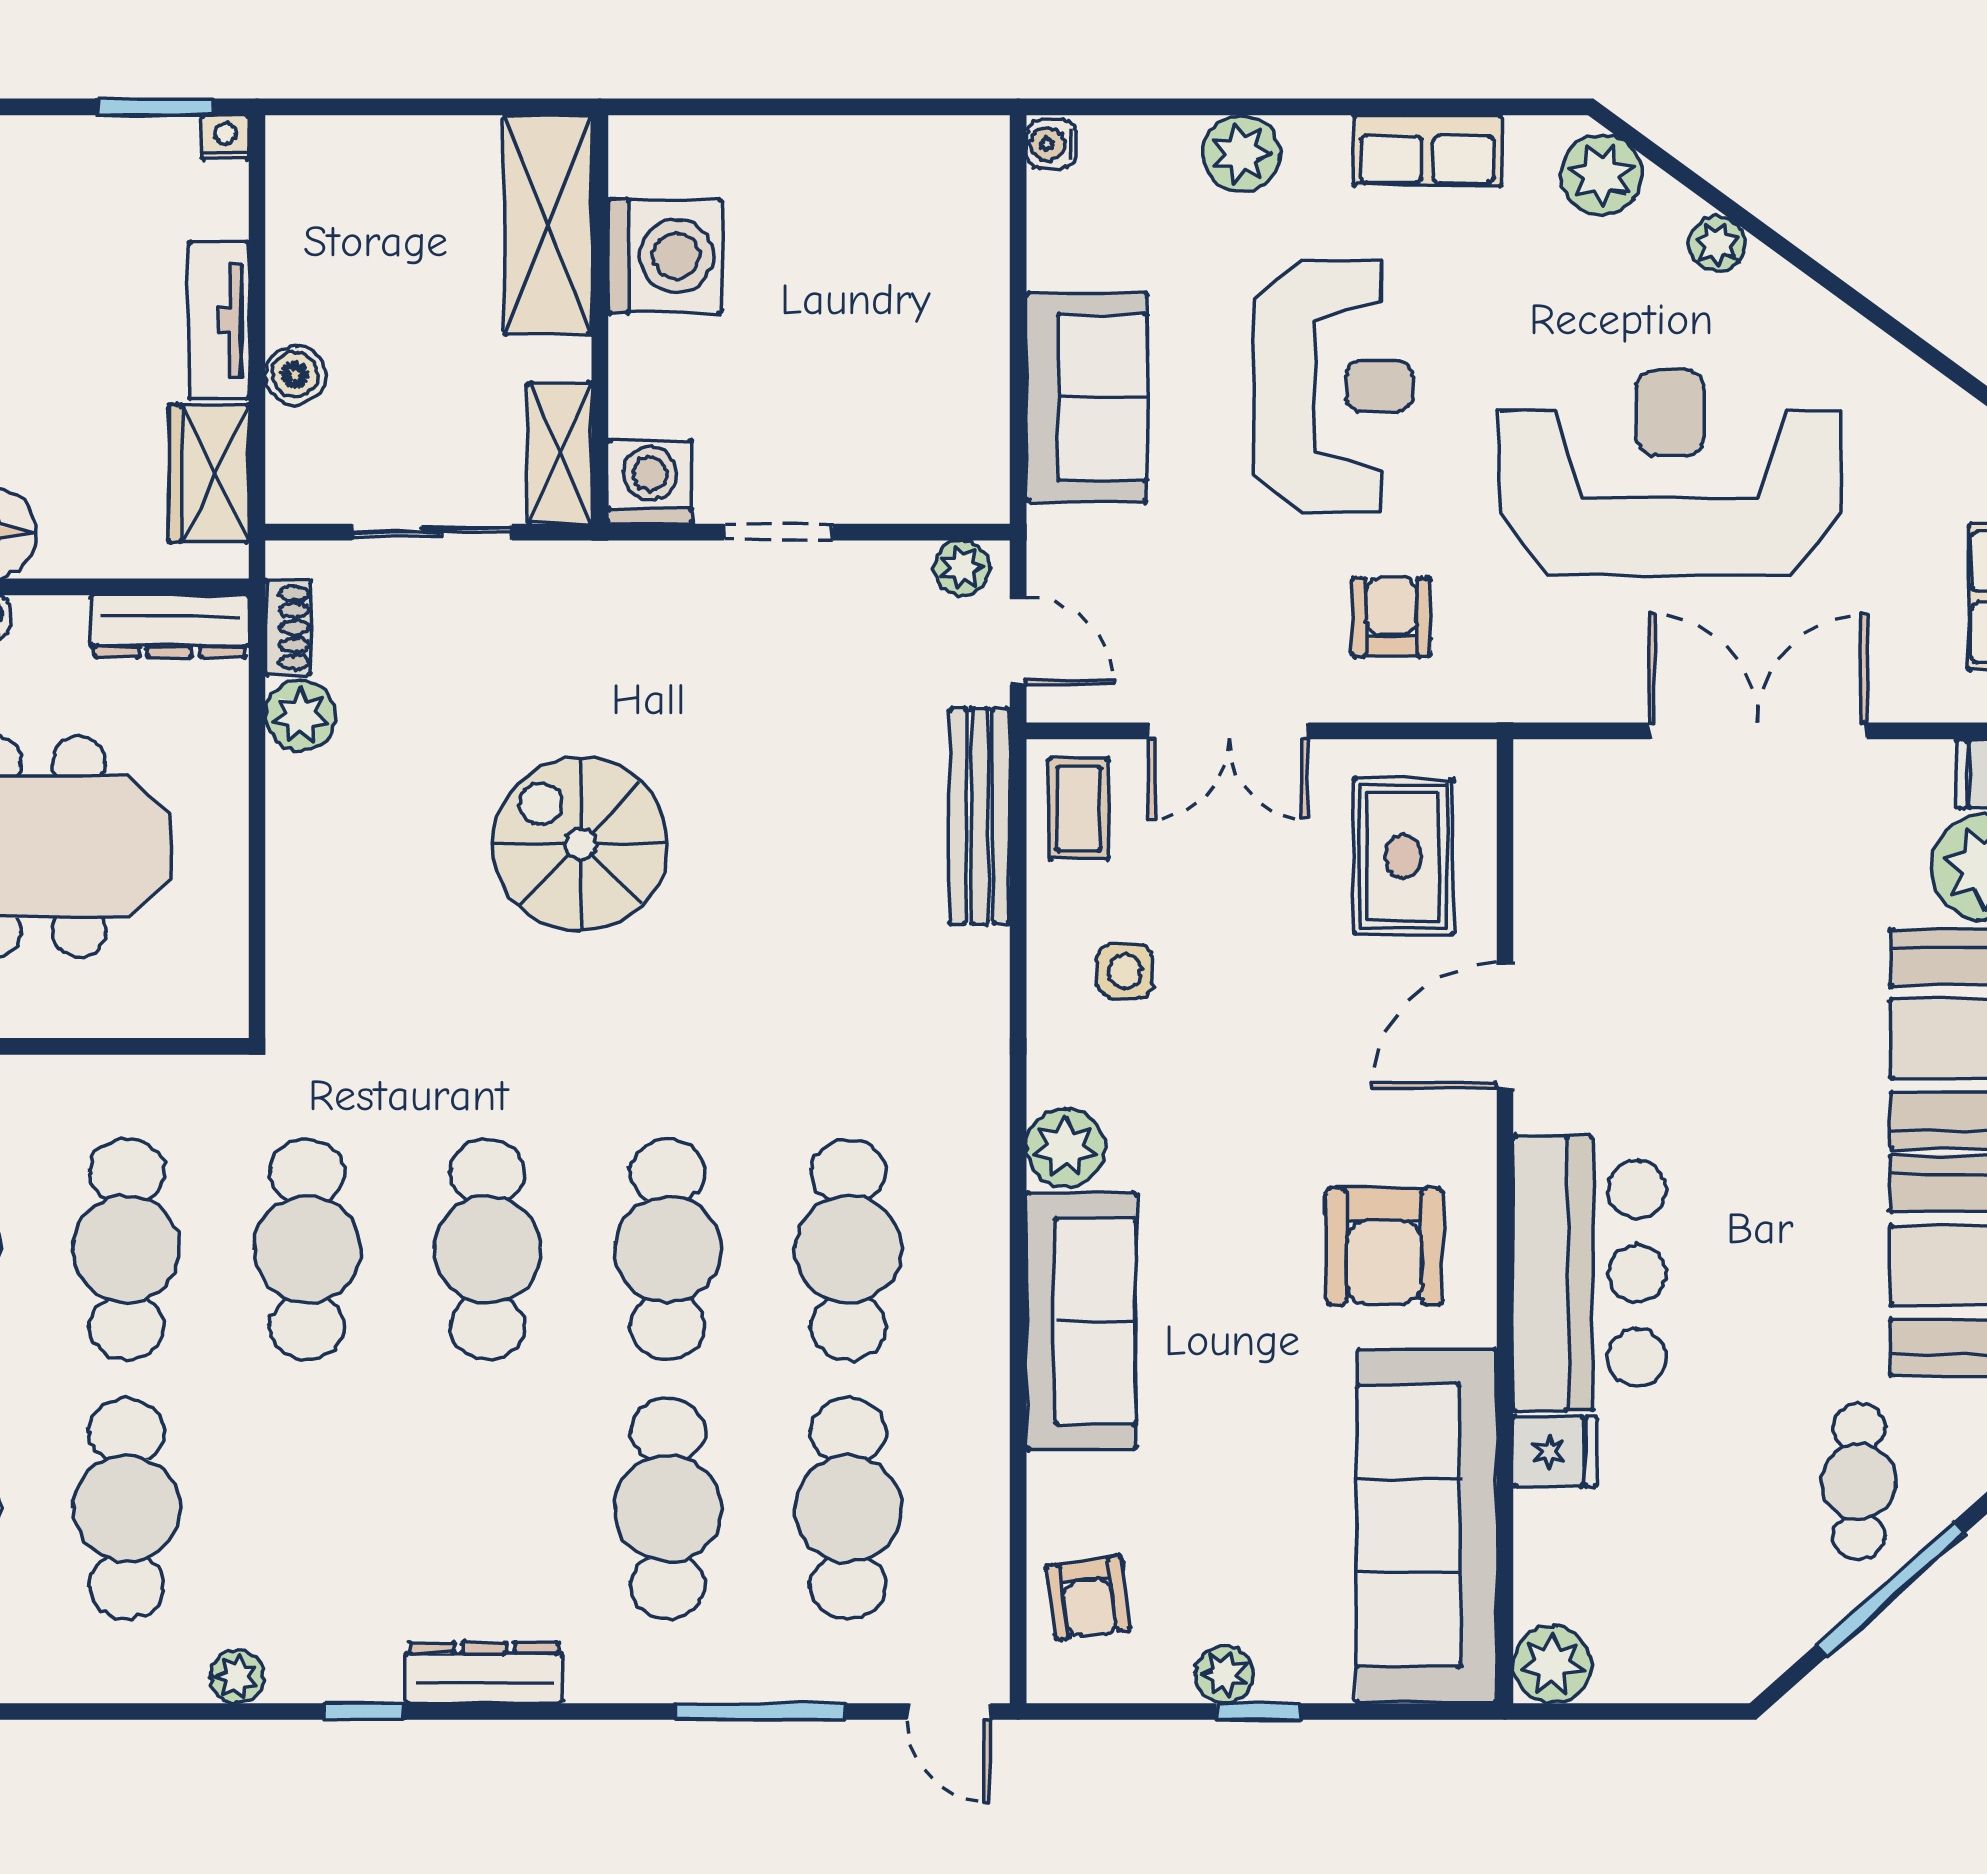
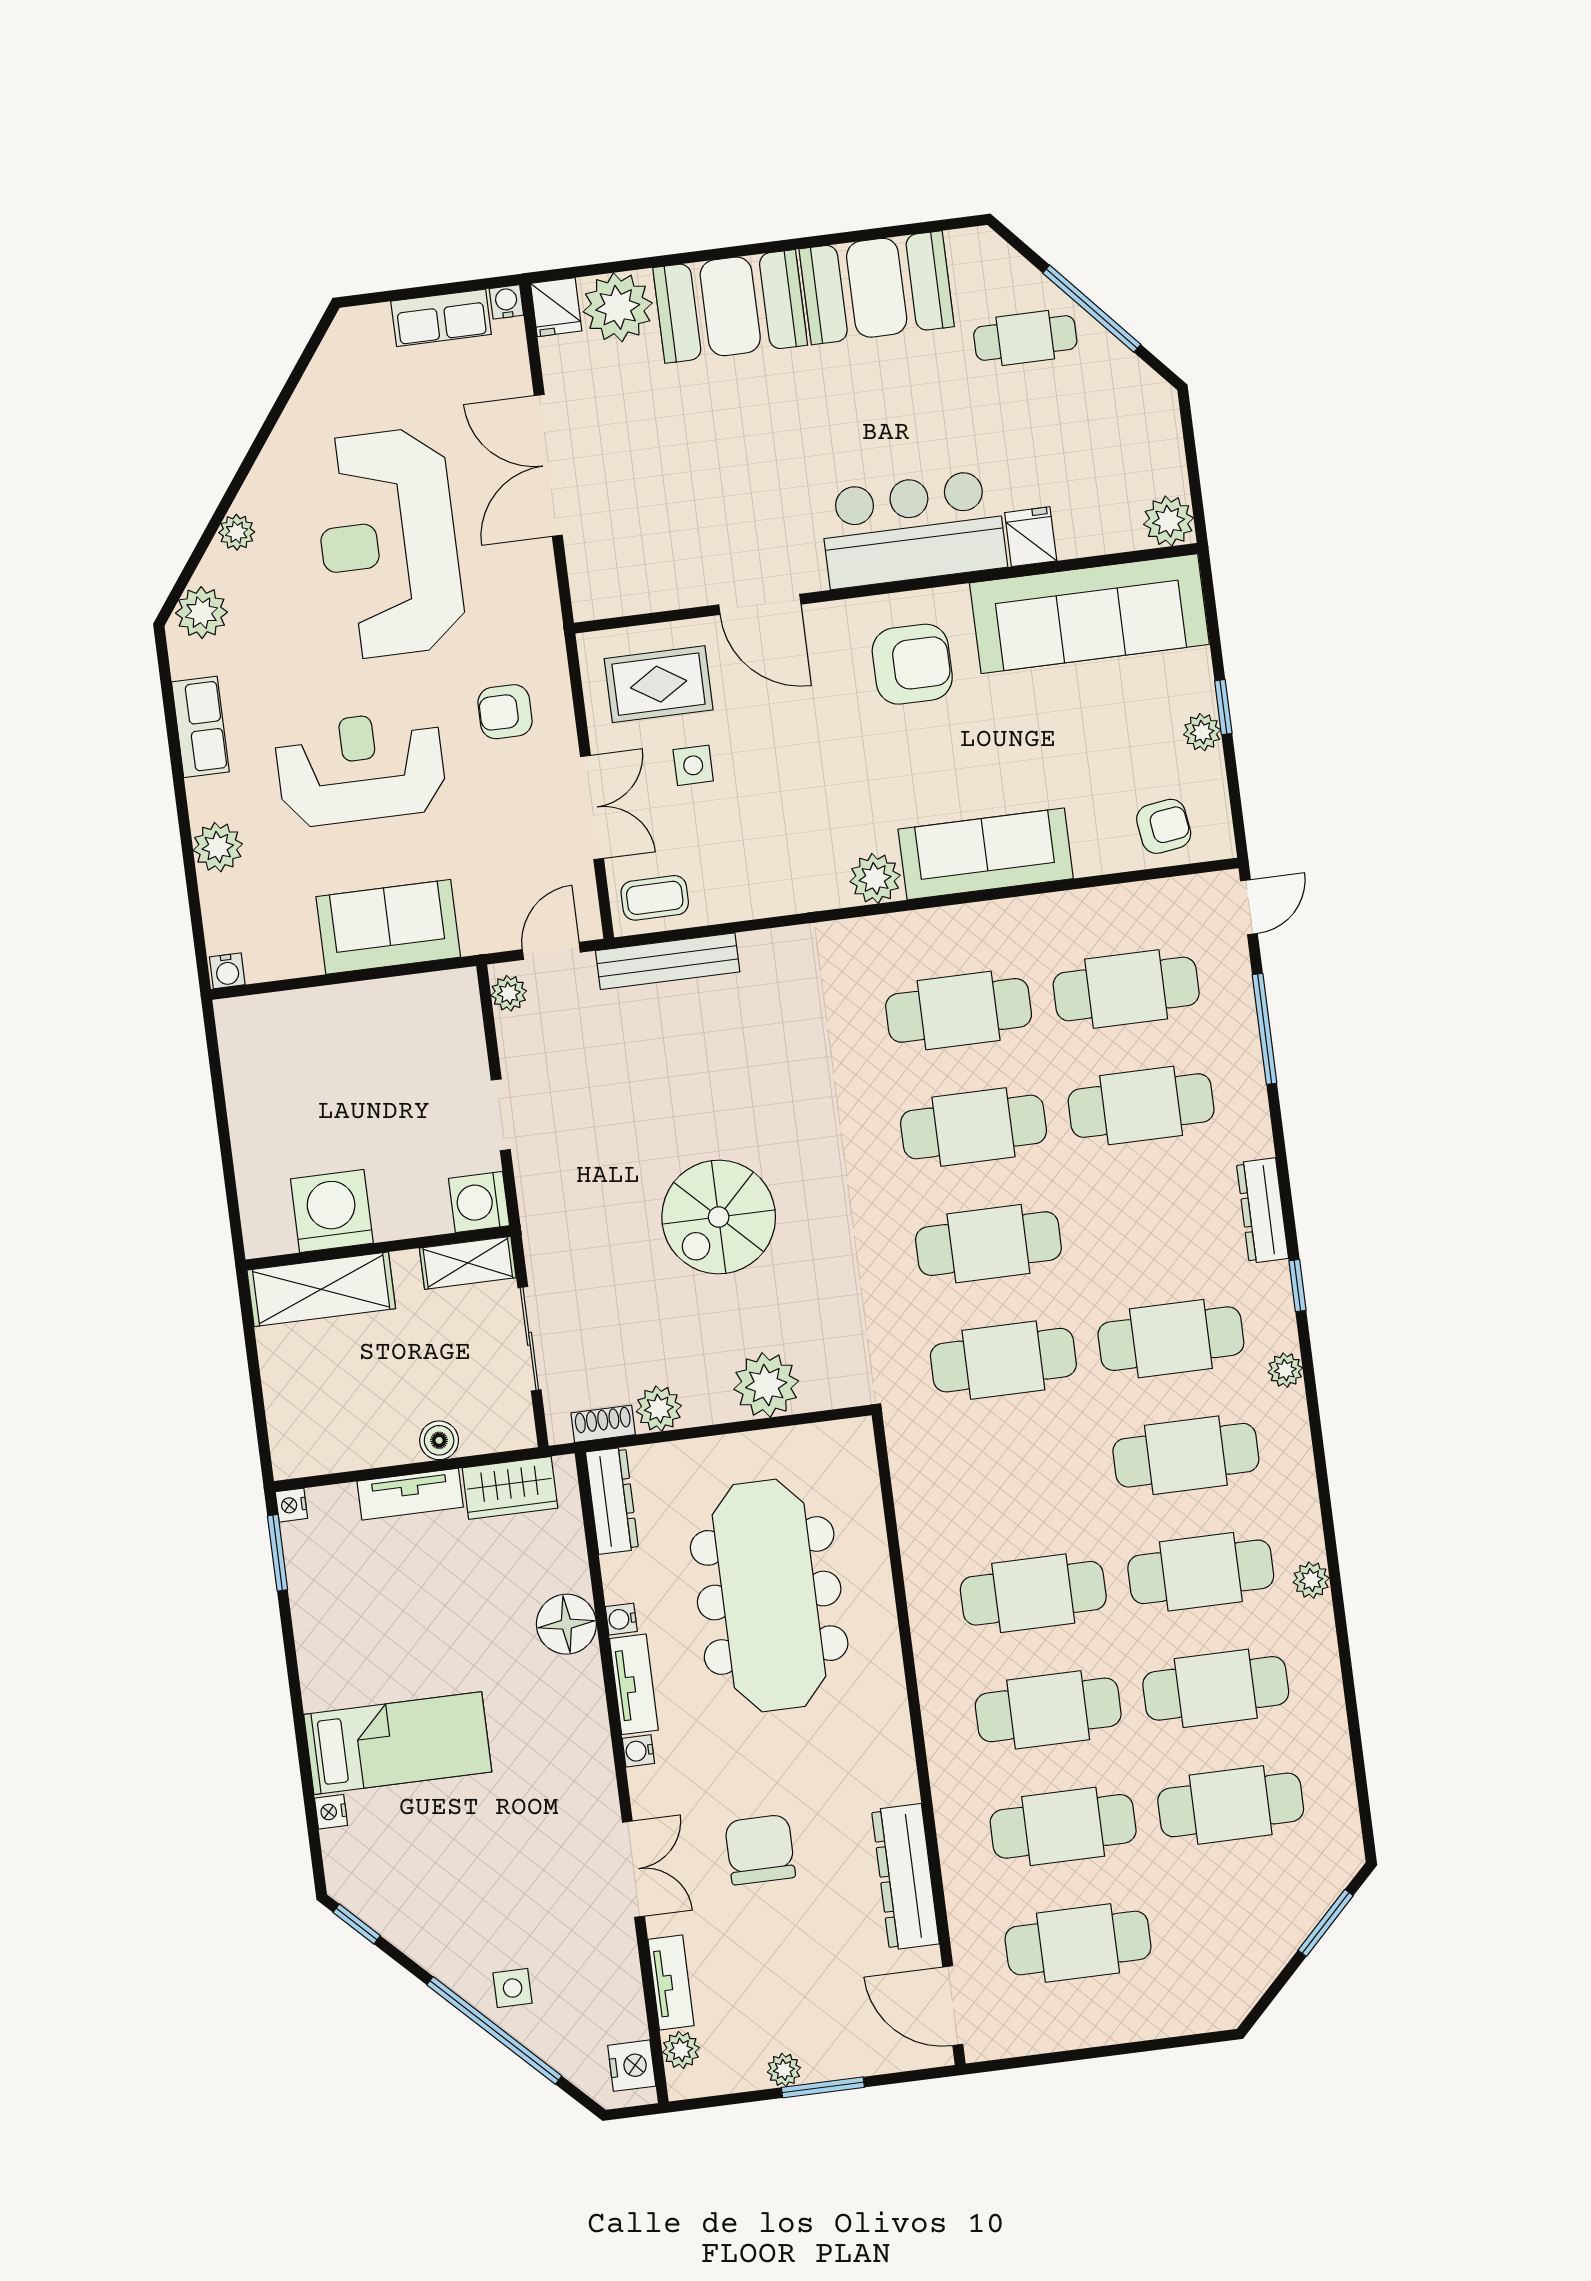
plant: (316, 883) -> (766, 1385), added
side table: (1125, 971) -> (693, 765), moved
cafe table: (127, 1249) -> (1171, 1339), moved

